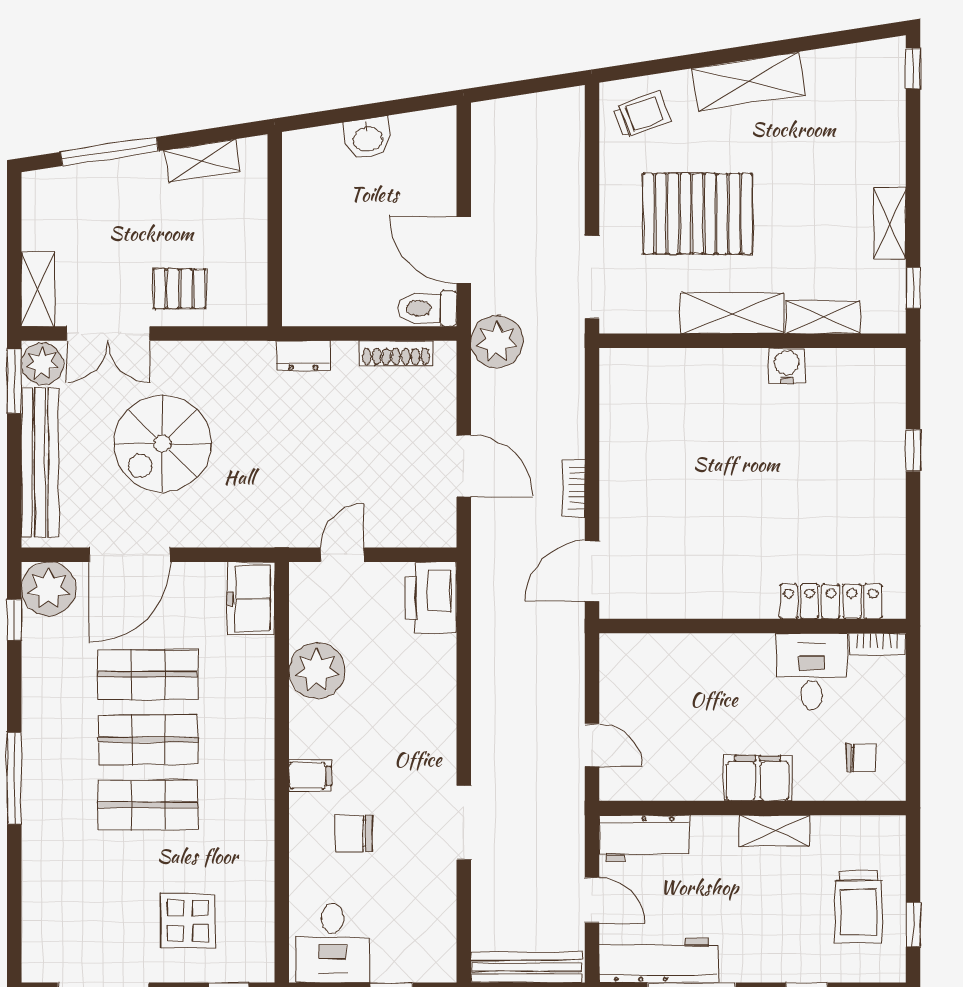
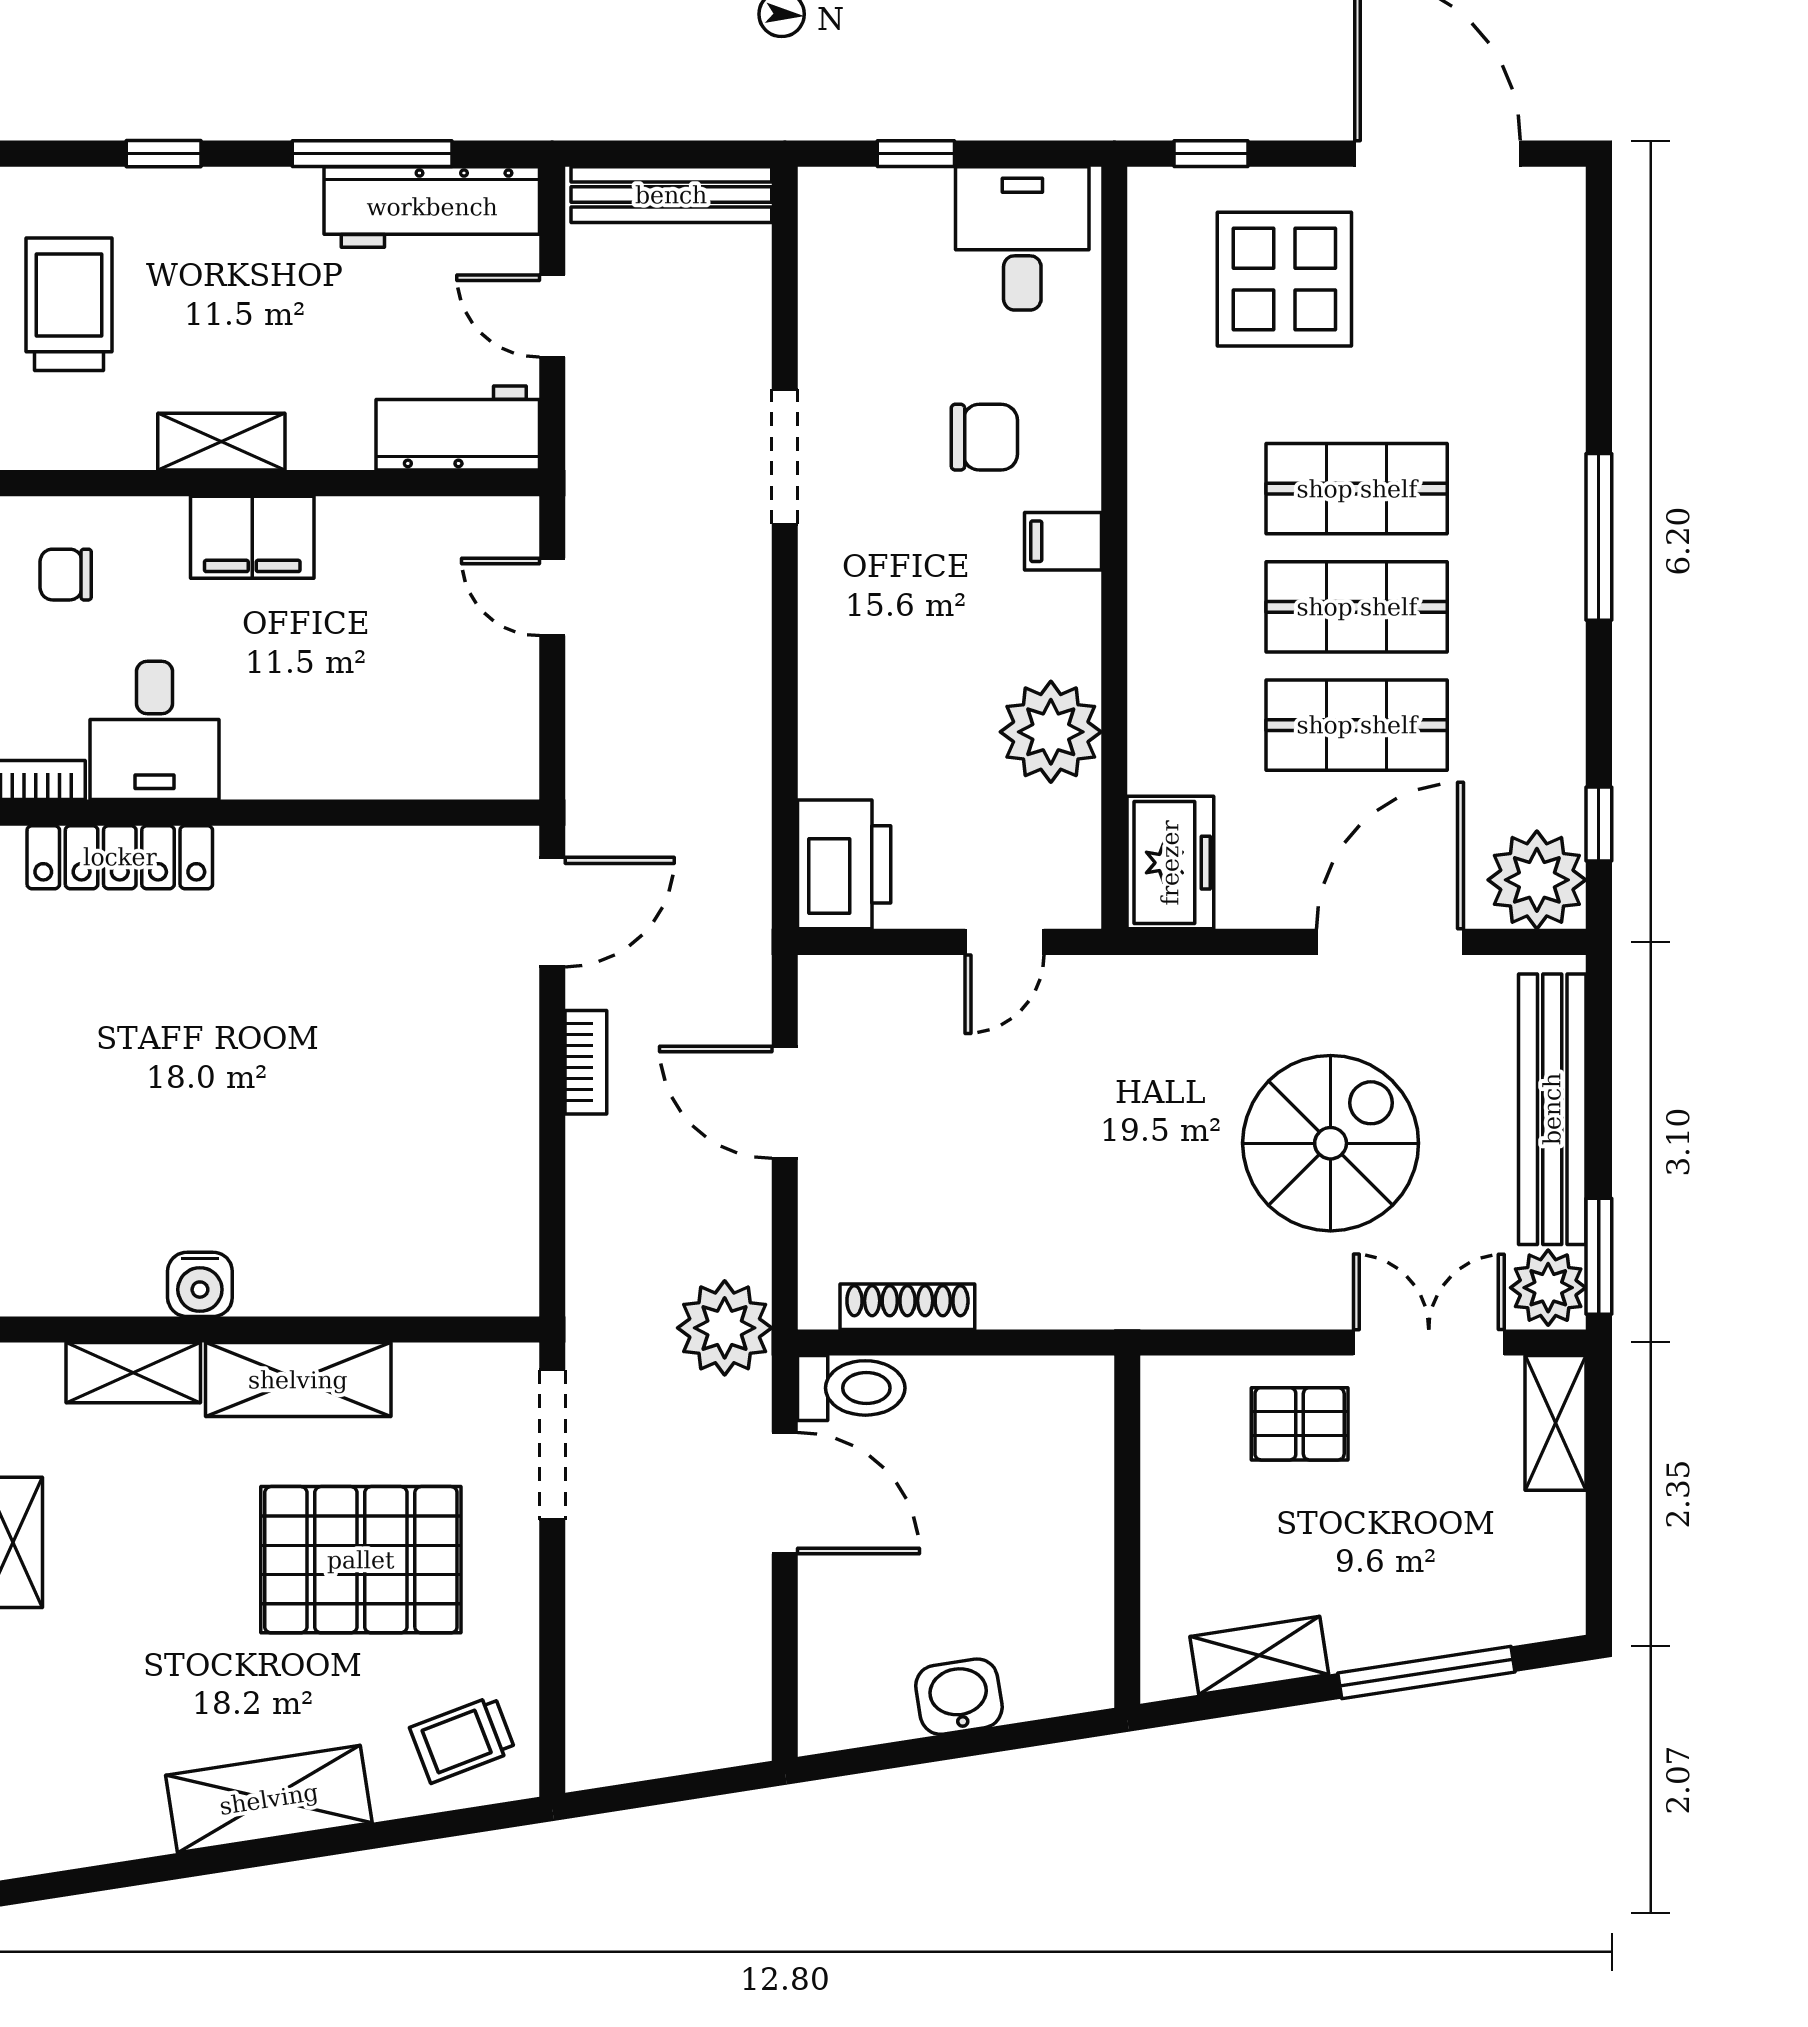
dresser: (303, 356) -> (1076, 1302), removed
display table: (188, 921) -> (1284, 279), width x1.36, depth x1.36

